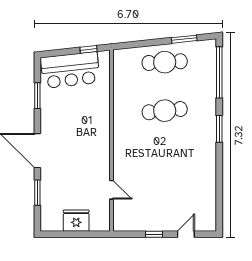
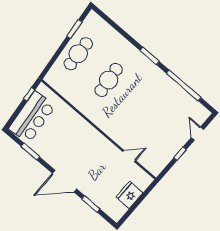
window: (219, 72) -> (184, 85), moved

